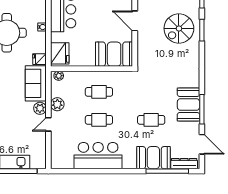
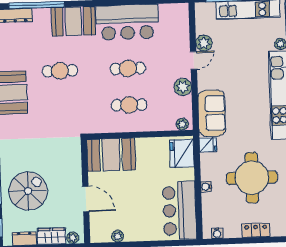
plant: (40, 108) -> (204, 43), moved
booth: (153, 158) -> (73, 21), moved

